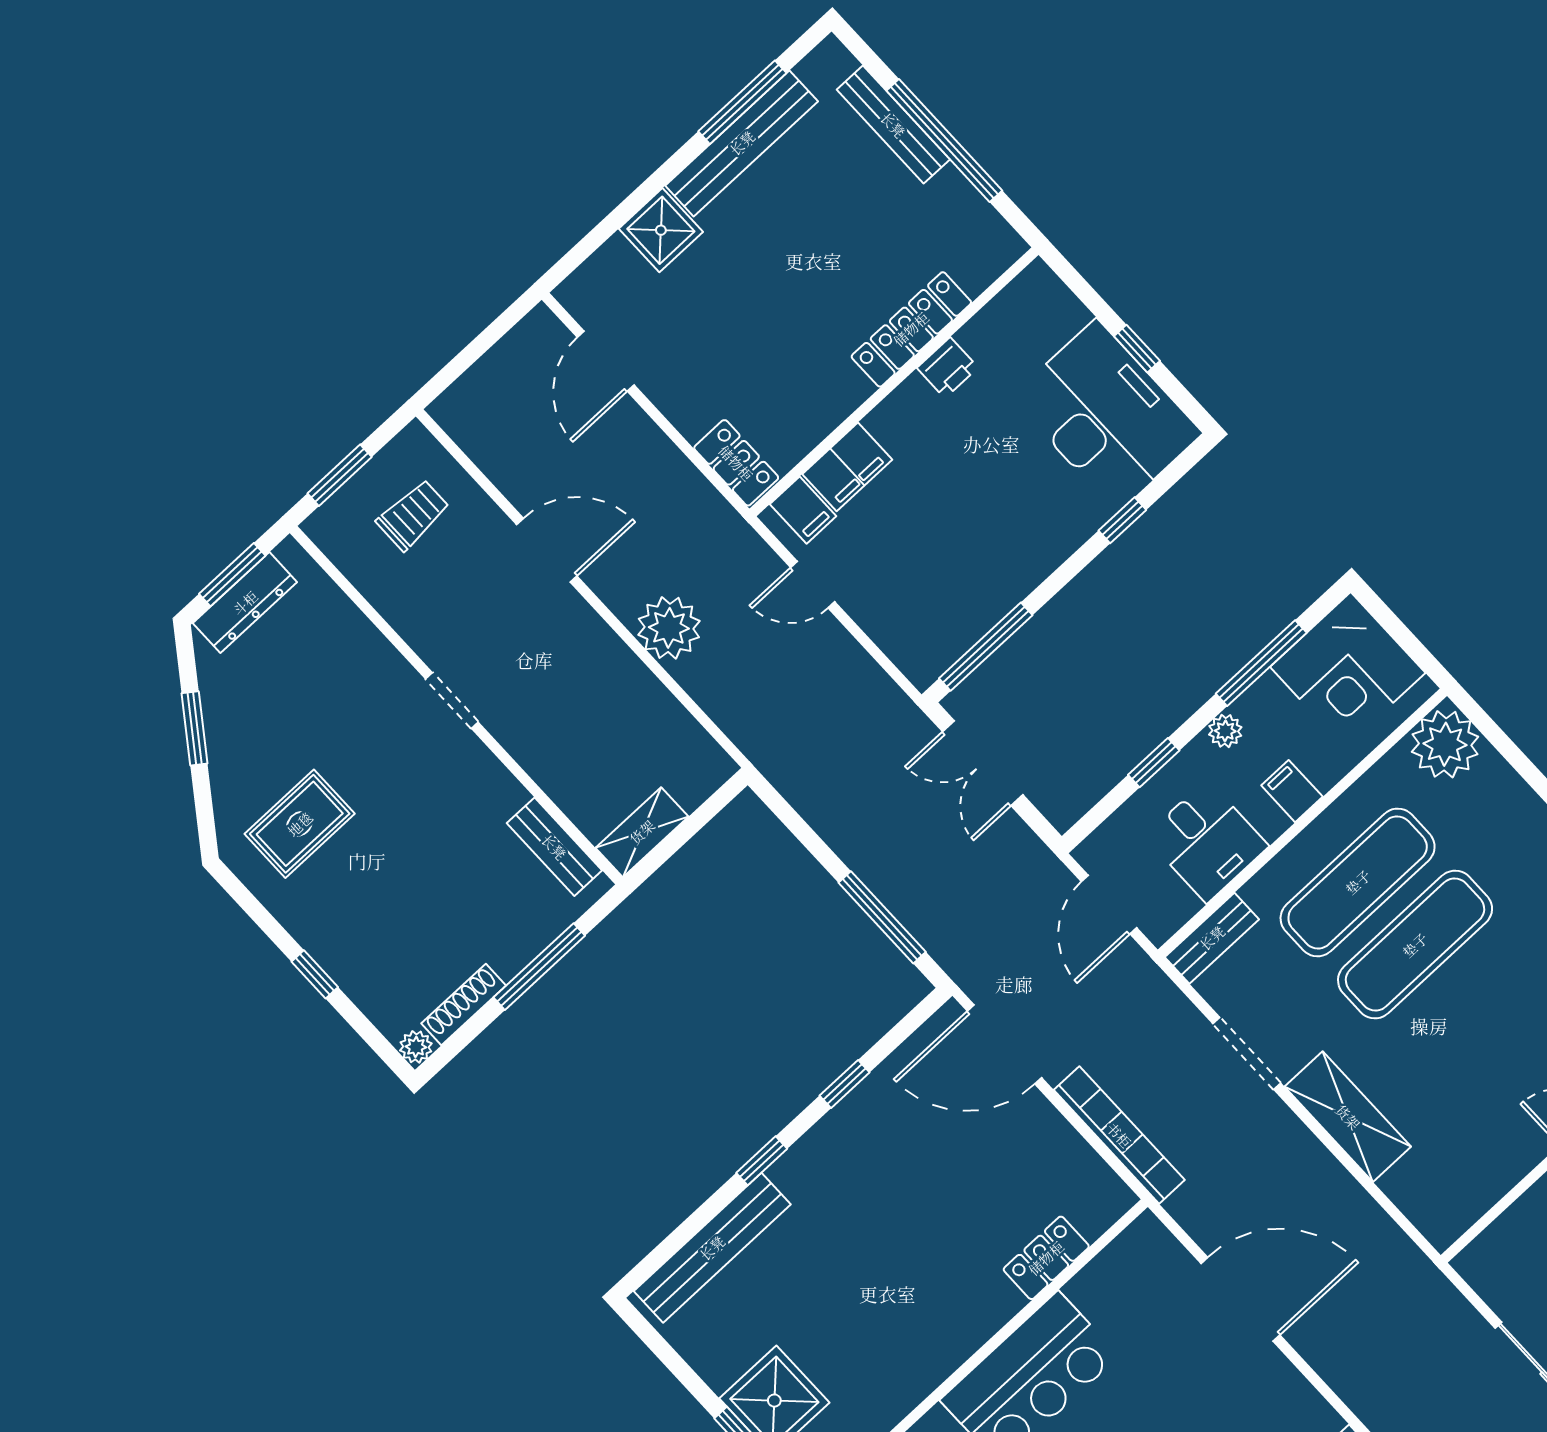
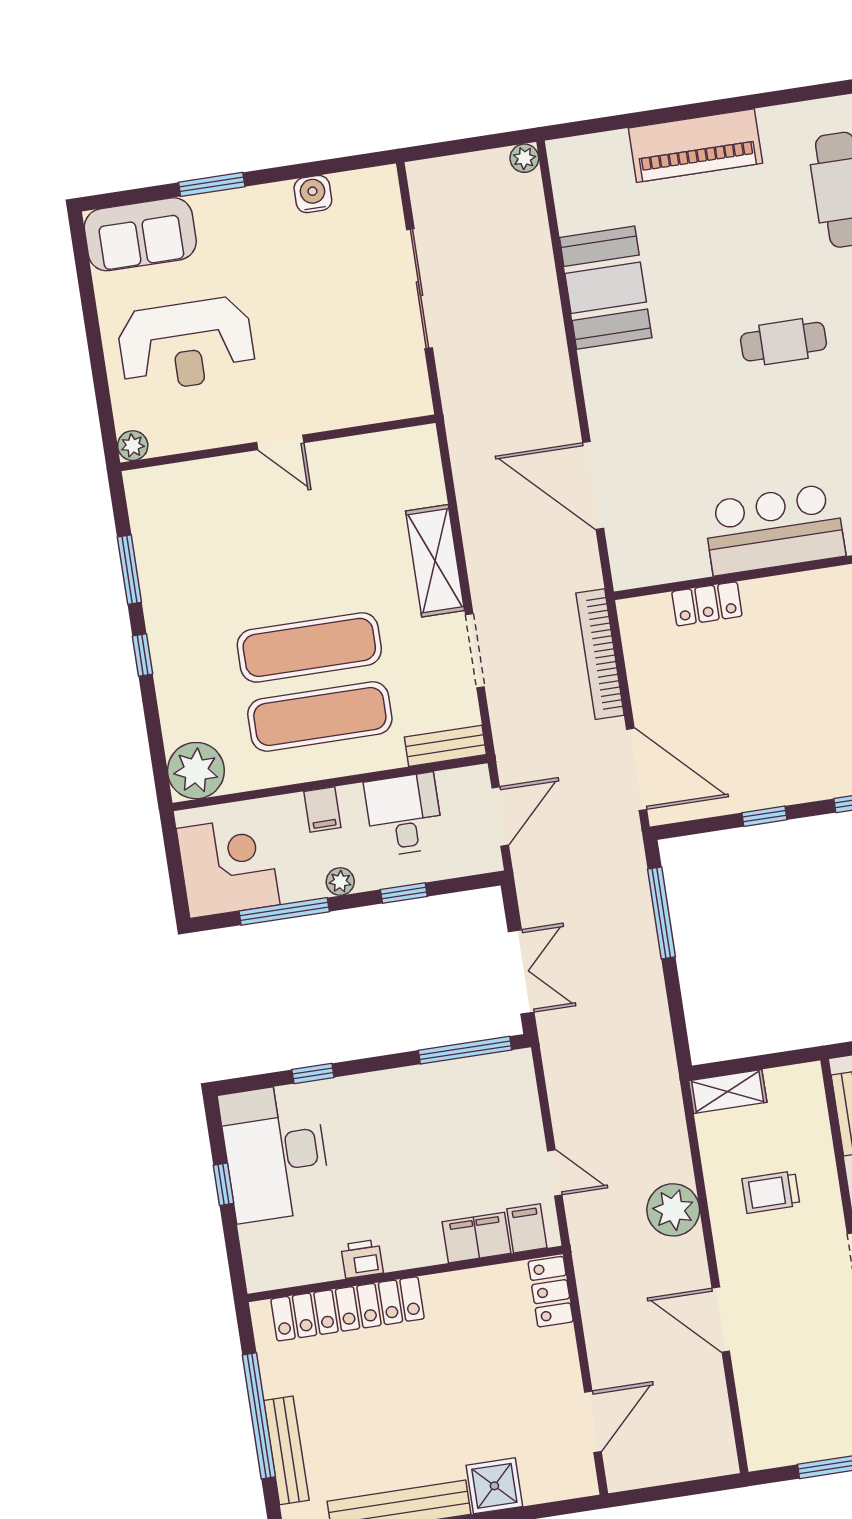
locker: (911, 329) -> (348, 1309), width x1.41, depth x1.21
trolley: (413, 515) -> (771, 1192), moved
shelving: (642, 832) -> (728, 1091), moved

